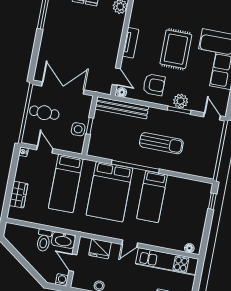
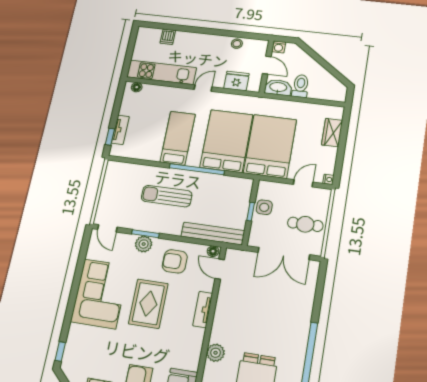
door: (45, 149) -> (303, 183), swing flipped
bed: (66, 183) -> (270, 146), width x1.50
tv unit: (203, 207) -> (120, 130), added

